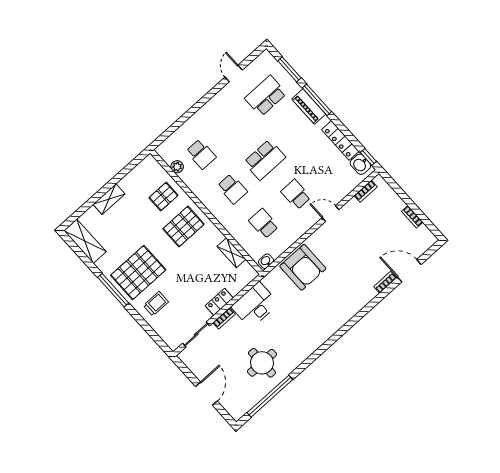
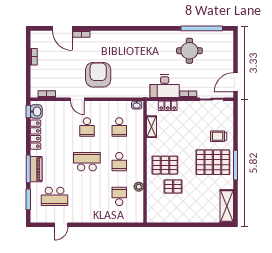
plant: (177, 167) -> (139, 187), moved
school desk: (232, 189) -> (119, 162), turned 180
pallet: (163, 197) -> (173, 187), moved
shelving: (109, 199) -> (193, 217), removed
armchair: (303, 267) -> (98, 75), moved
locker: (219, 302) -> (168, 106), moved
door: (206, 394) -> (236, 82), moved

